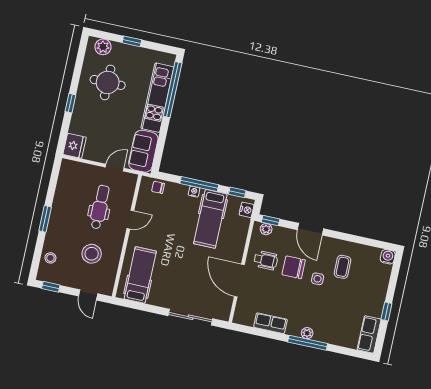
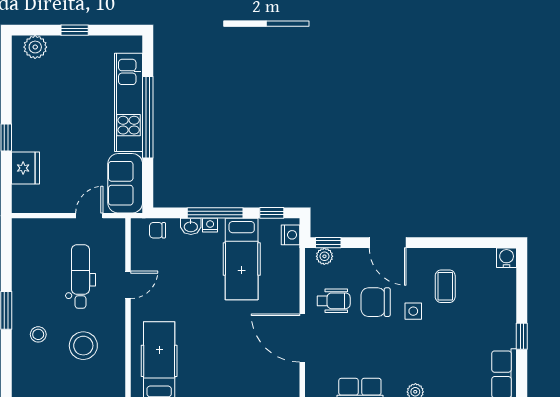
round table: (108, 82) -> (53, 96), removed
window: (173, 90) -> (148, 117), moved
fridge: (75, 146) -> (25, 168), moved
washbasin: (181, 190) -> (191, 226), added
stool: (50, 258) -> (38, 334), moved

